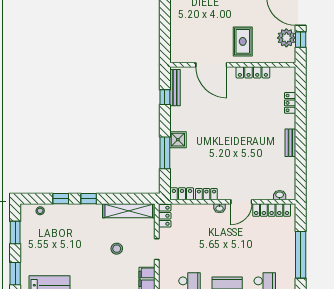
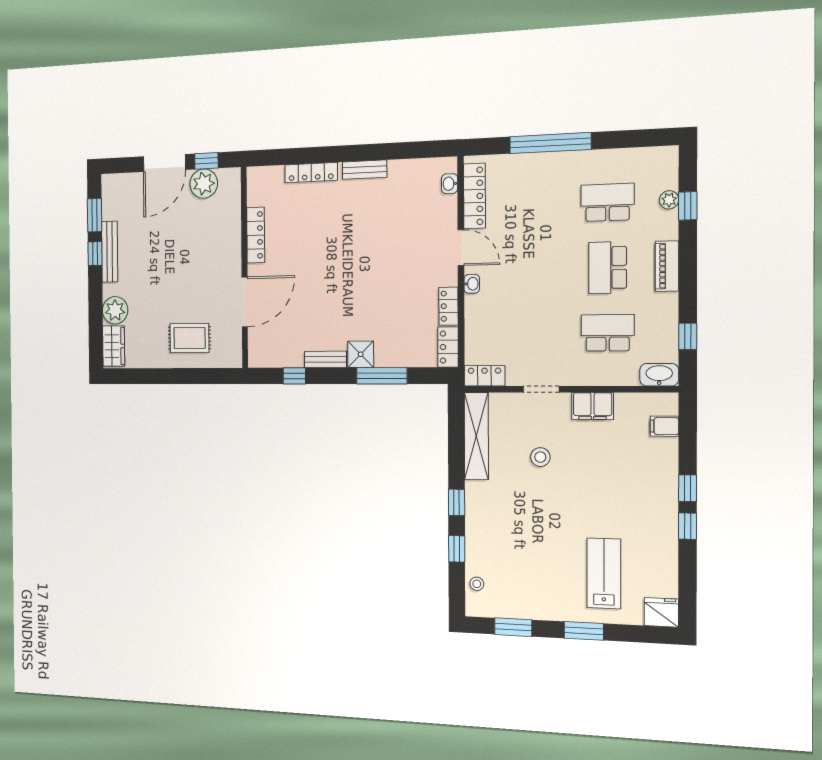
rug: (243, 41) -> (190, 338), moved
bench: (175, 88) -> (325, 359), moved, width x0.73
locker: (290, 103) -> (311, 173), width x1.53

